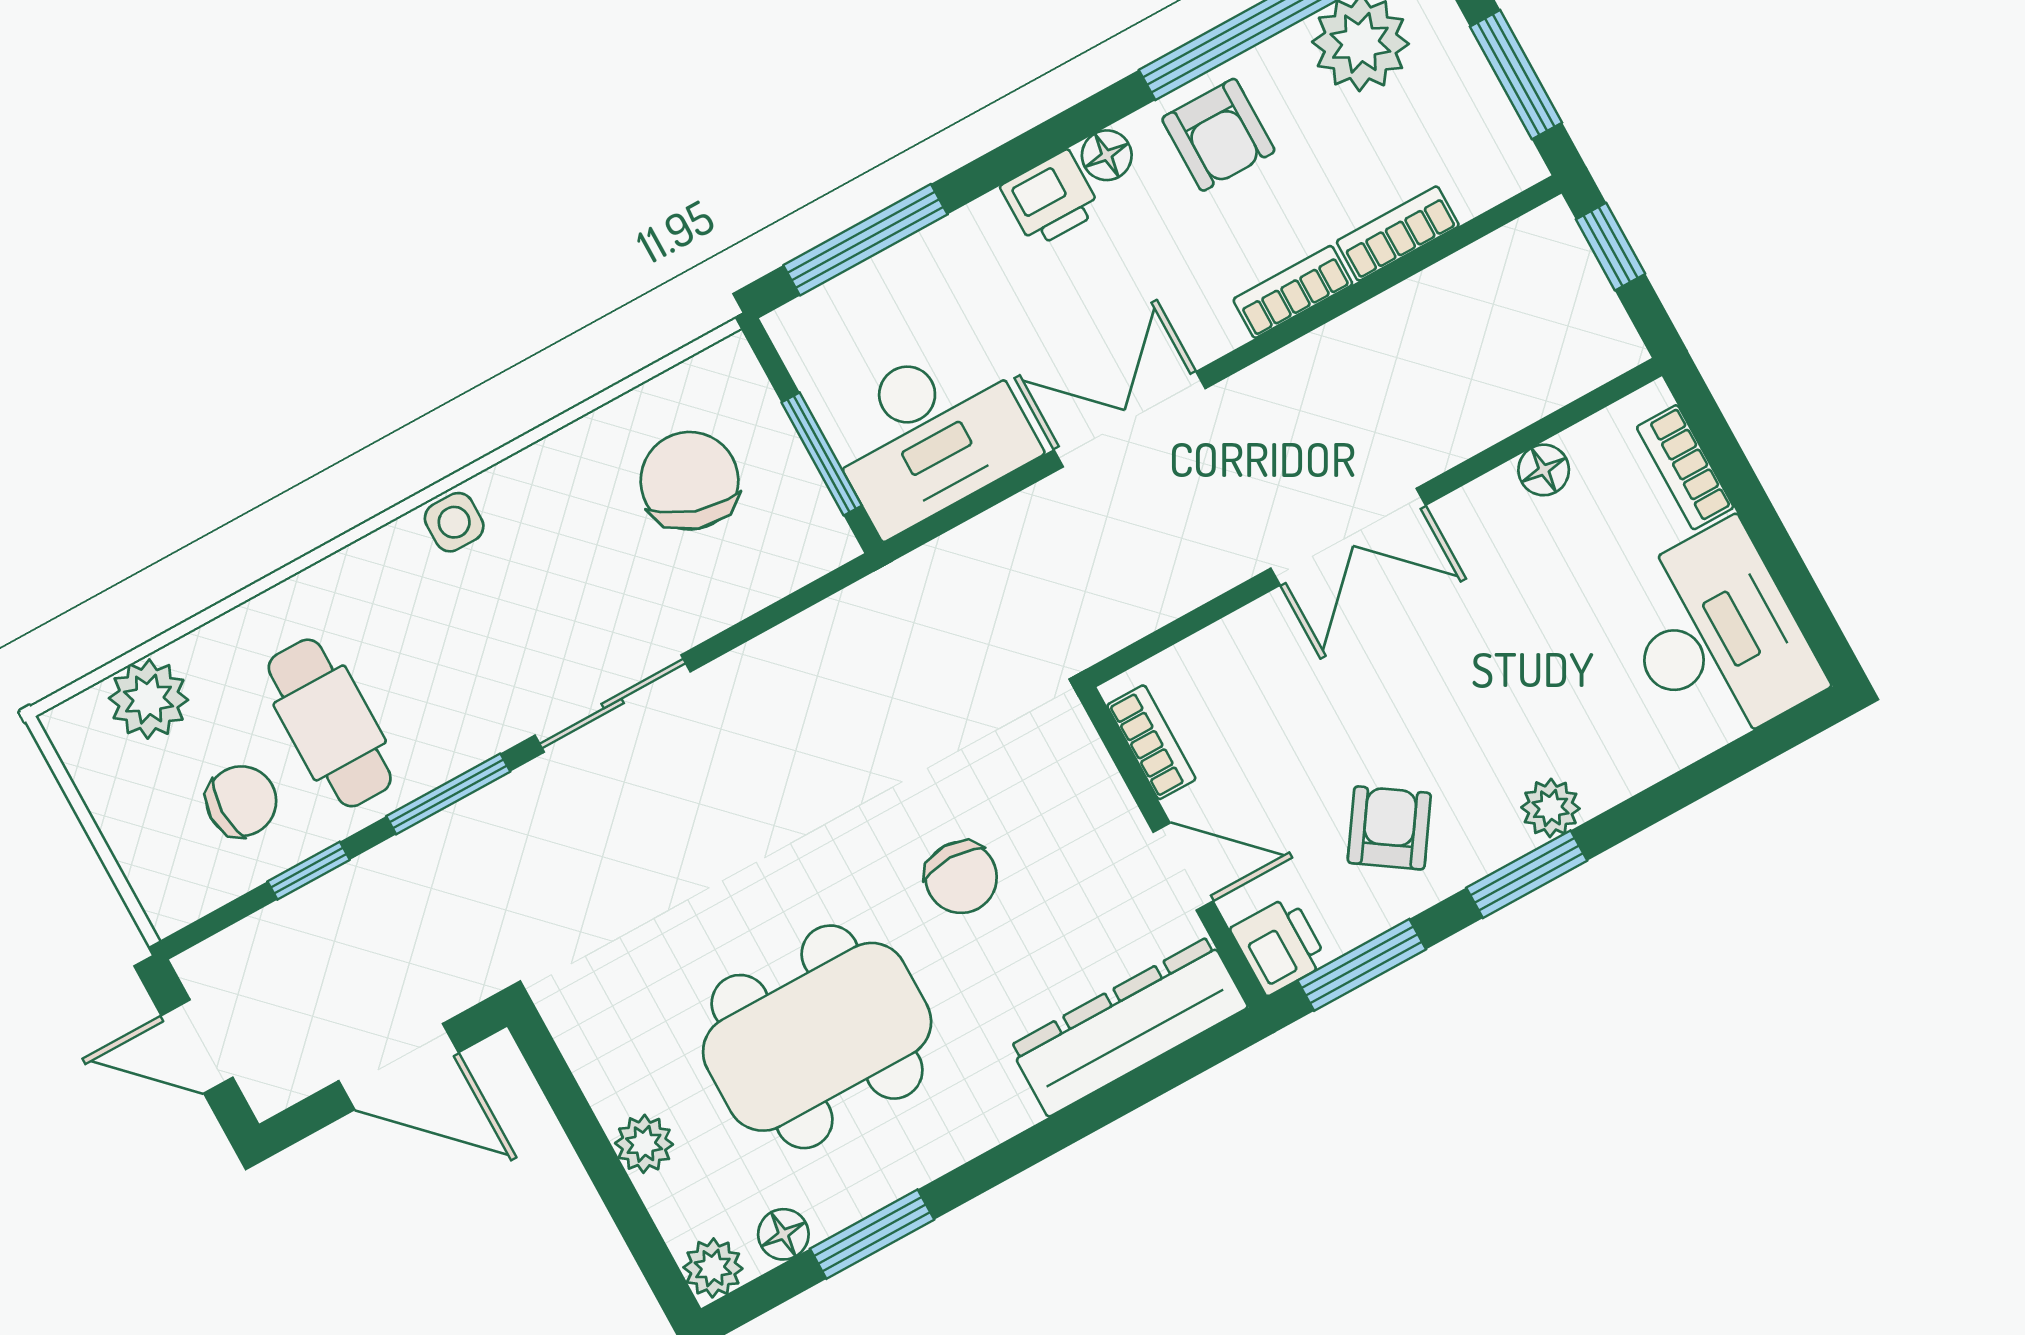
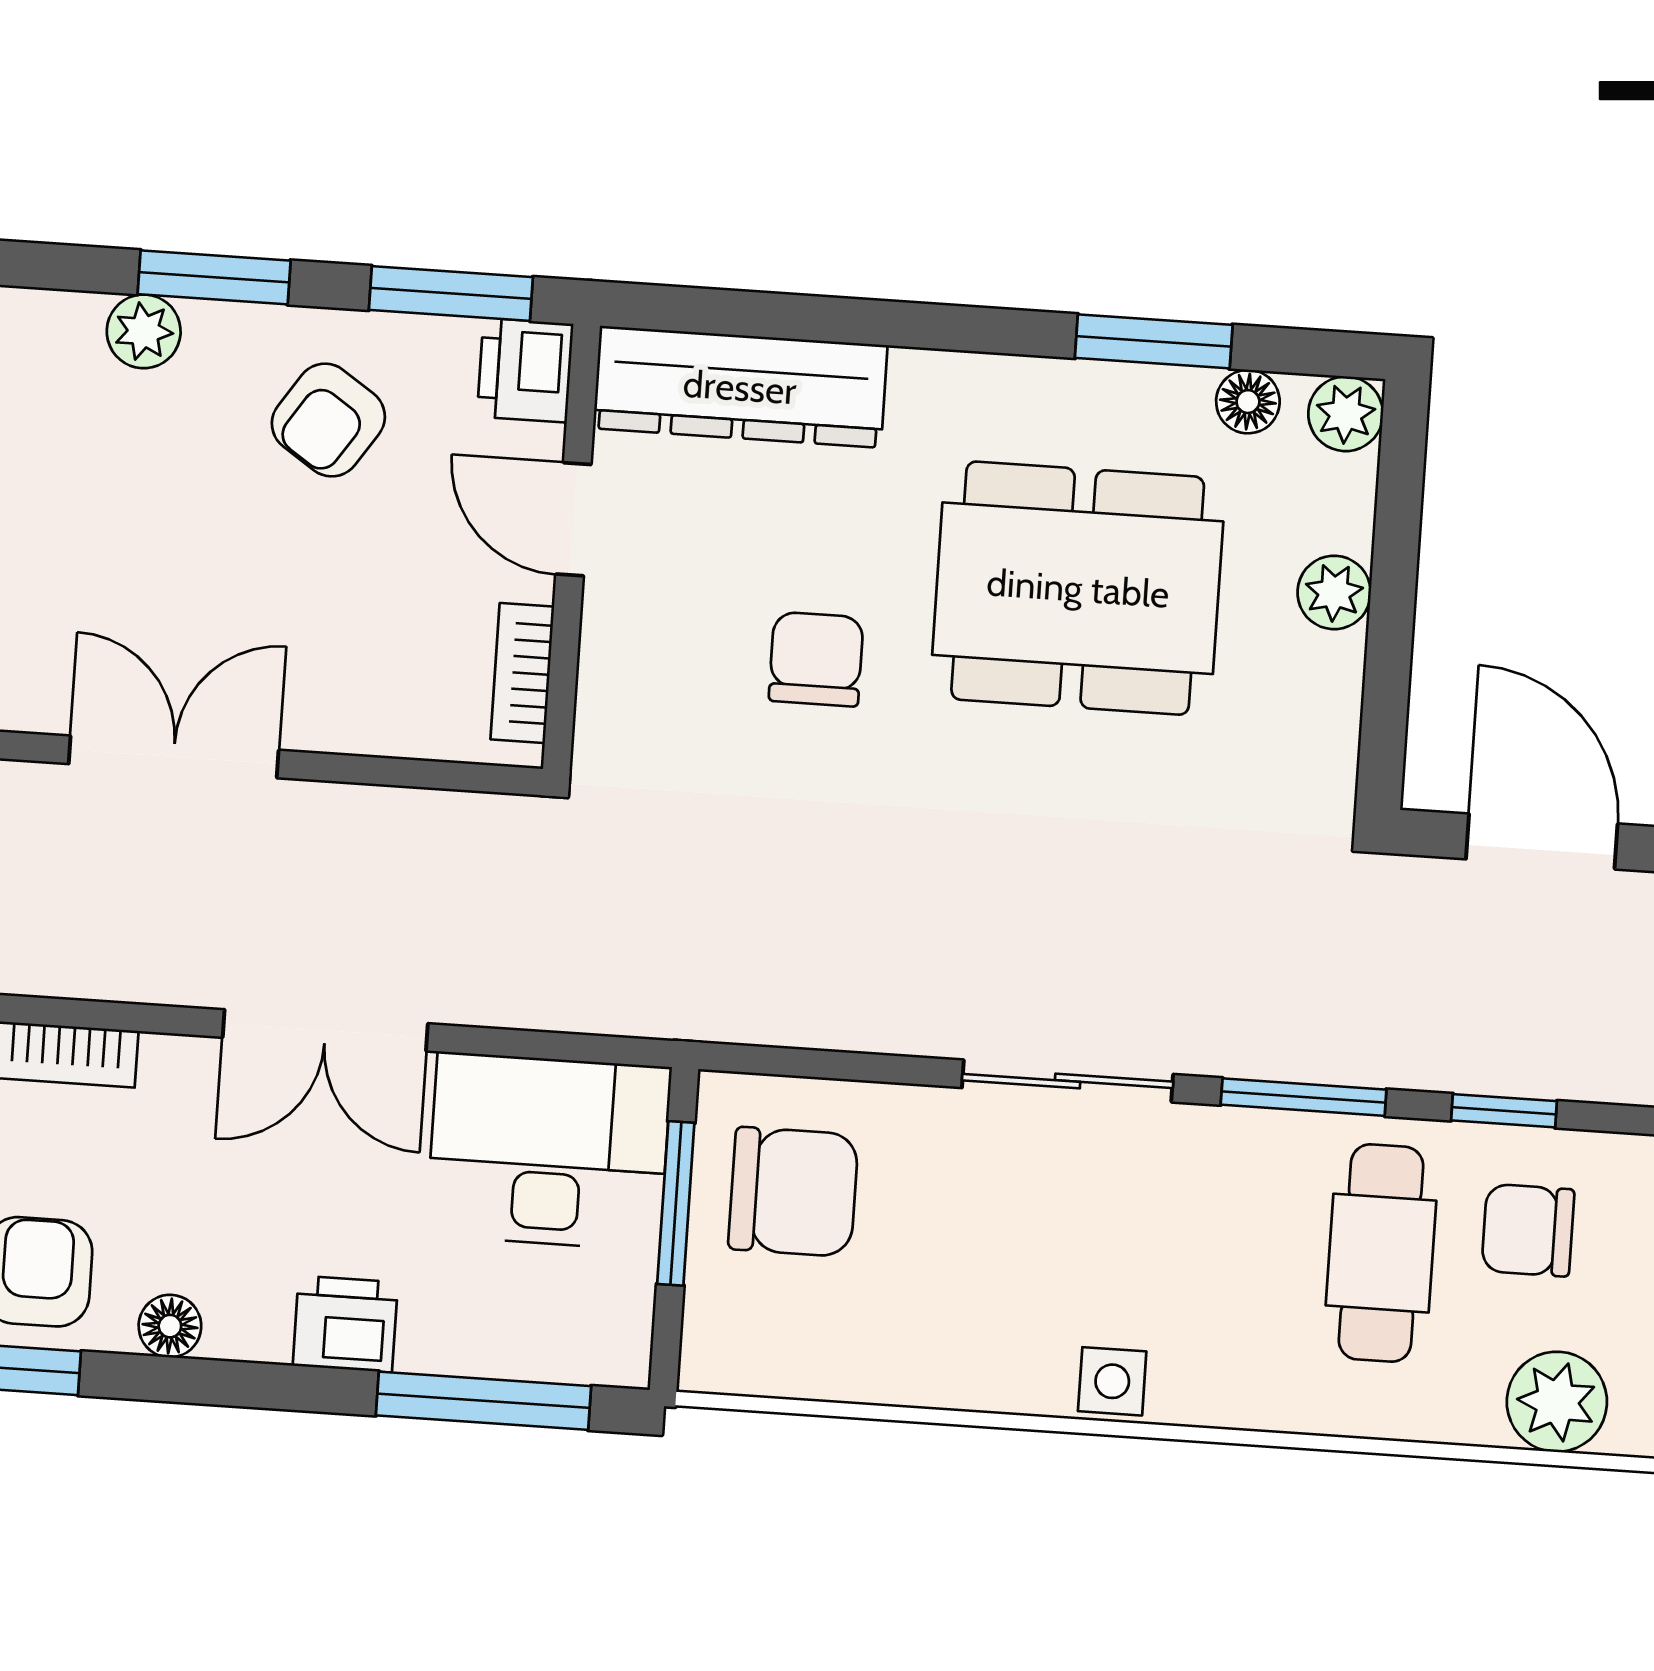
printer: (1051, 199) -> (345, 1324), moved
chair: (690, 481) -> (793, 1192), moved, turned -108

